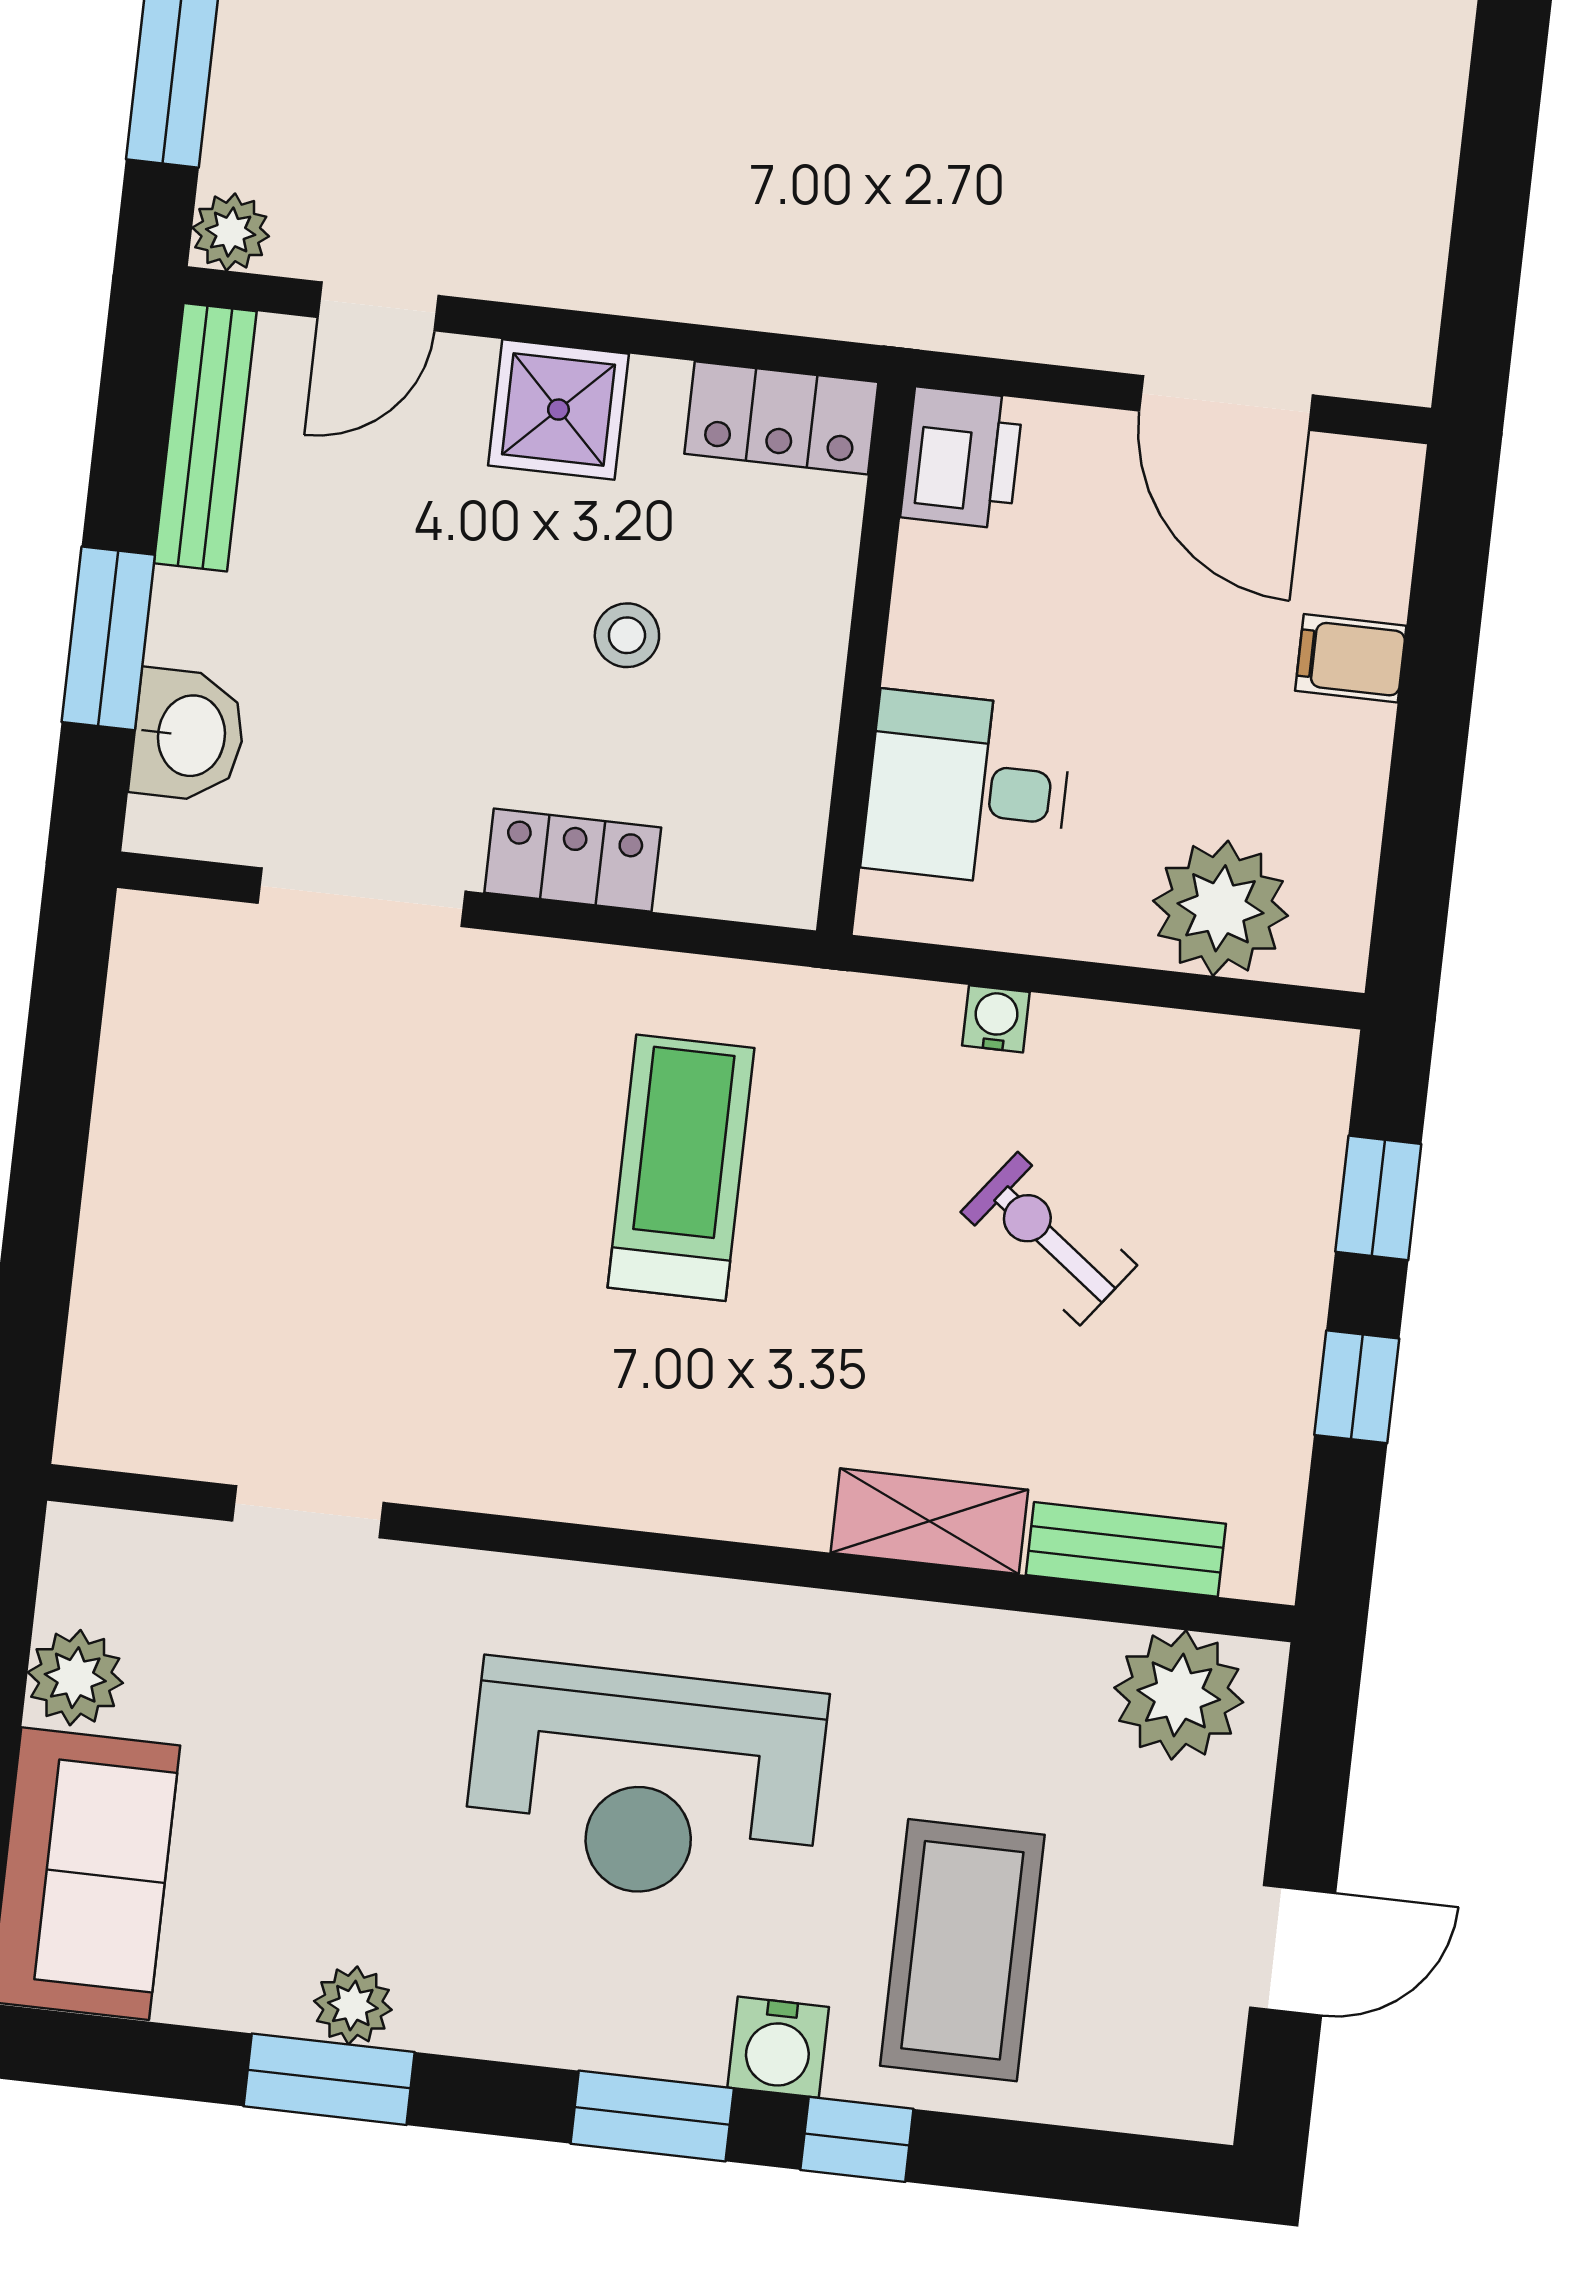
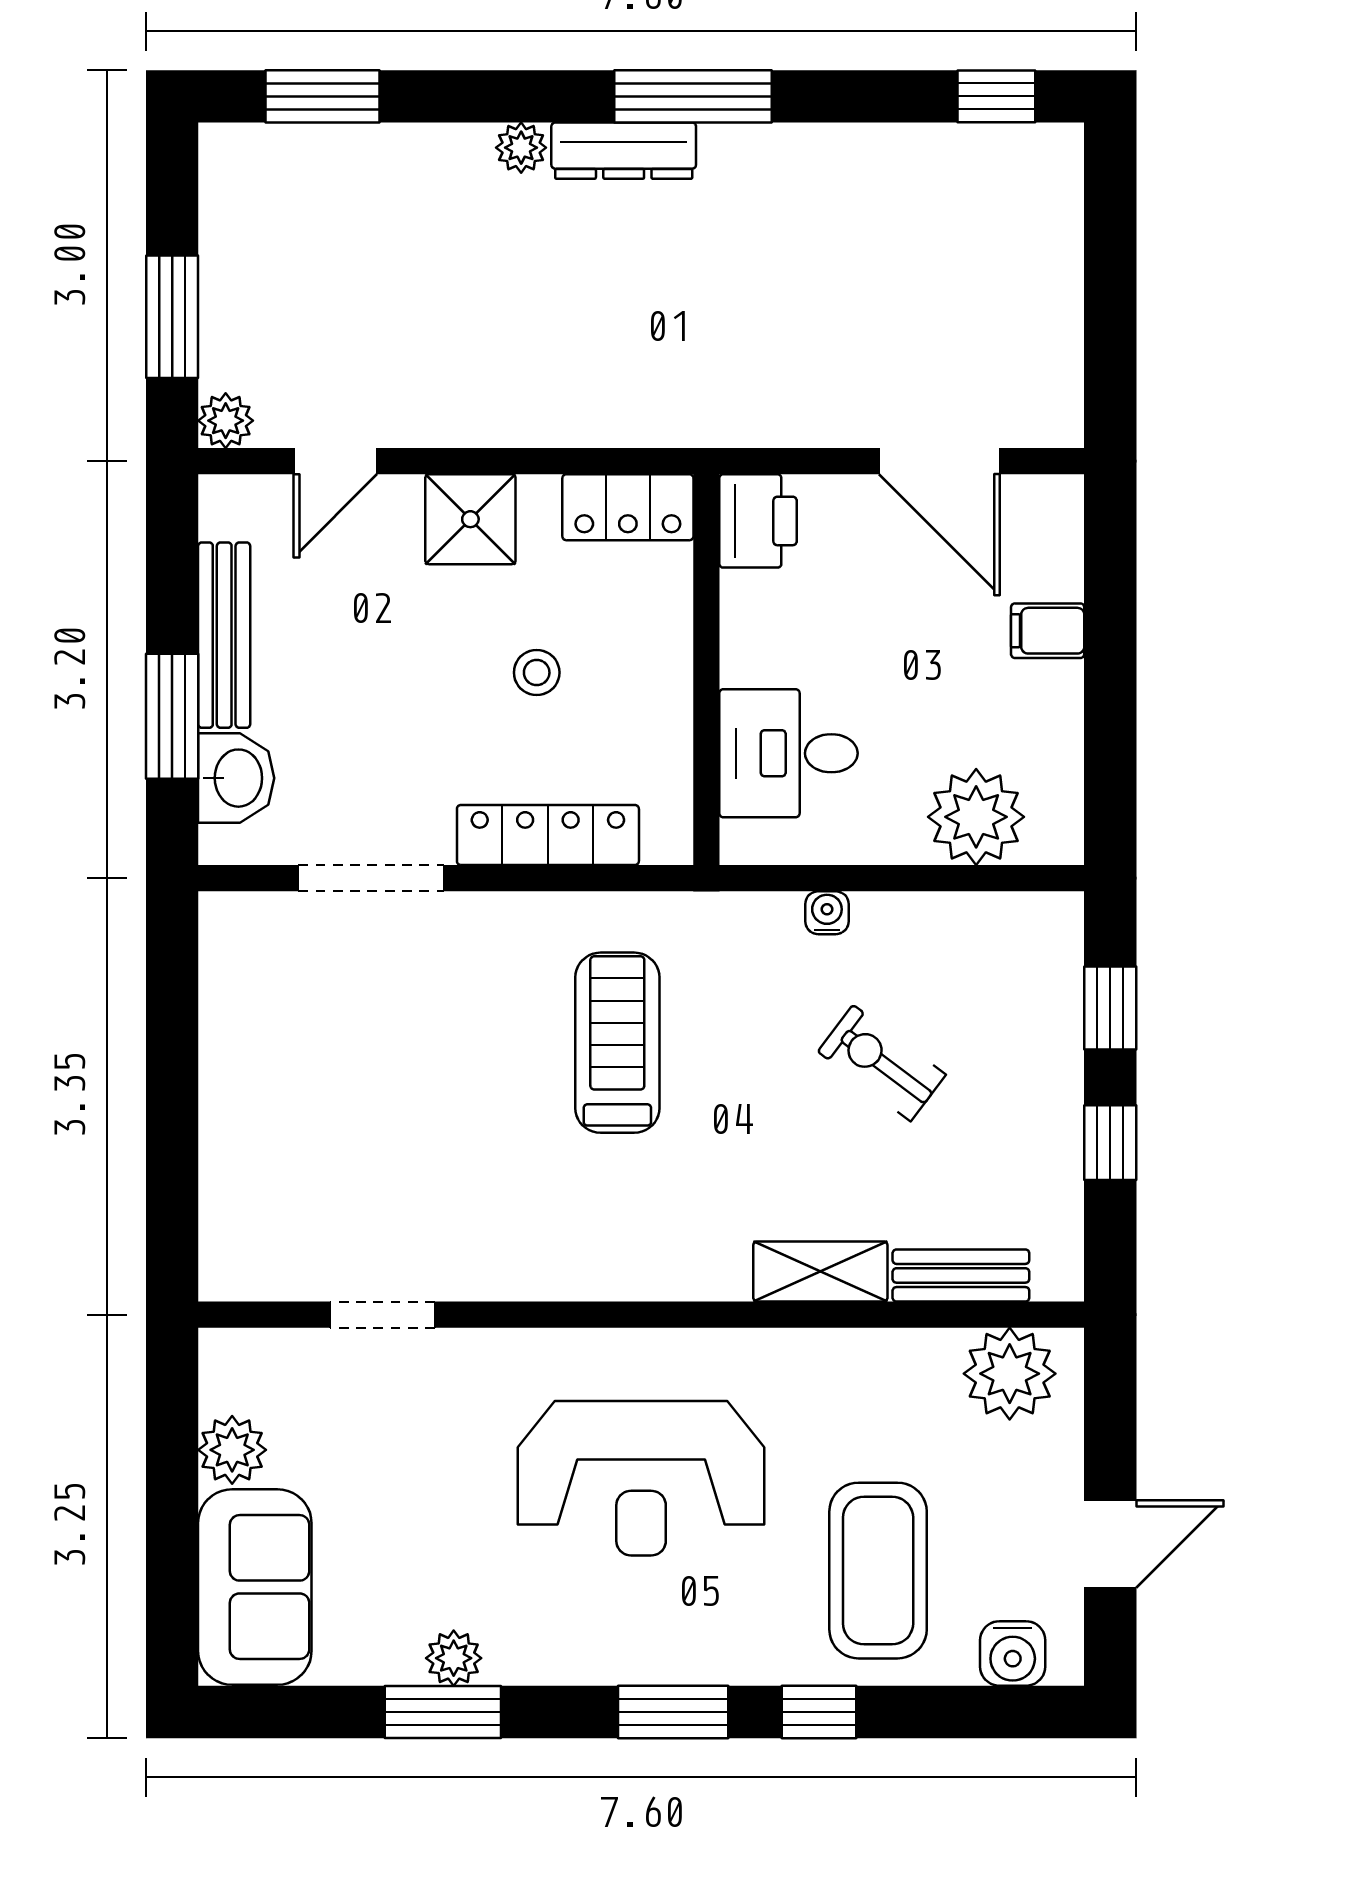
bench: (205, 437) -> (224, 635), moved
locker: (573, 860) -> (548, 835), width x1.53
water cooler: (778, 2047) -> (1013, 1653), moved

